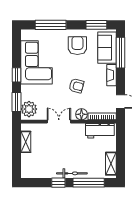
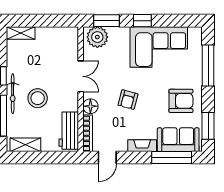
shelving: (26, 142) -> (21, 33), moved
stool: (75, 154) -> (38, 98), added

